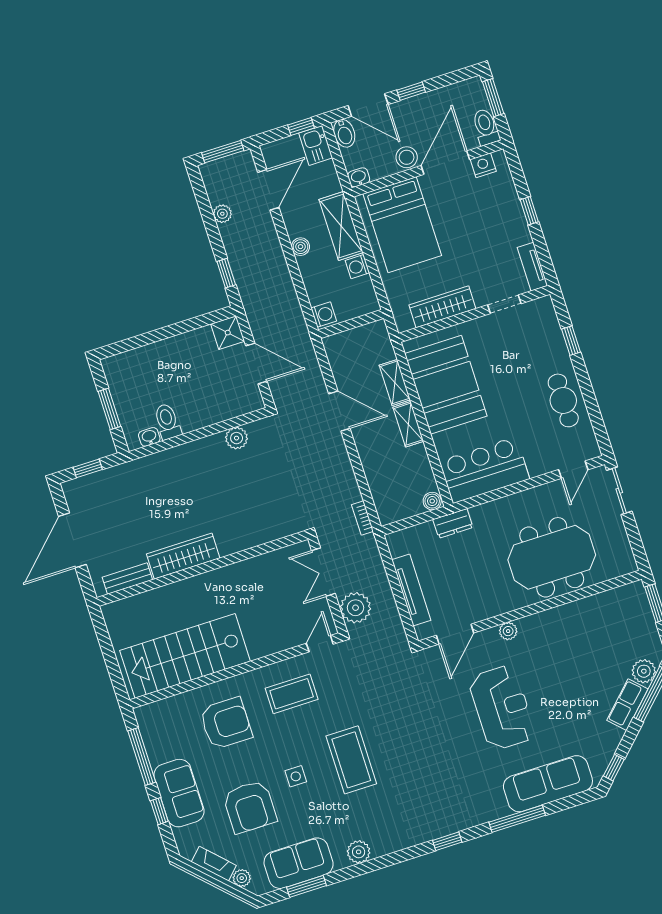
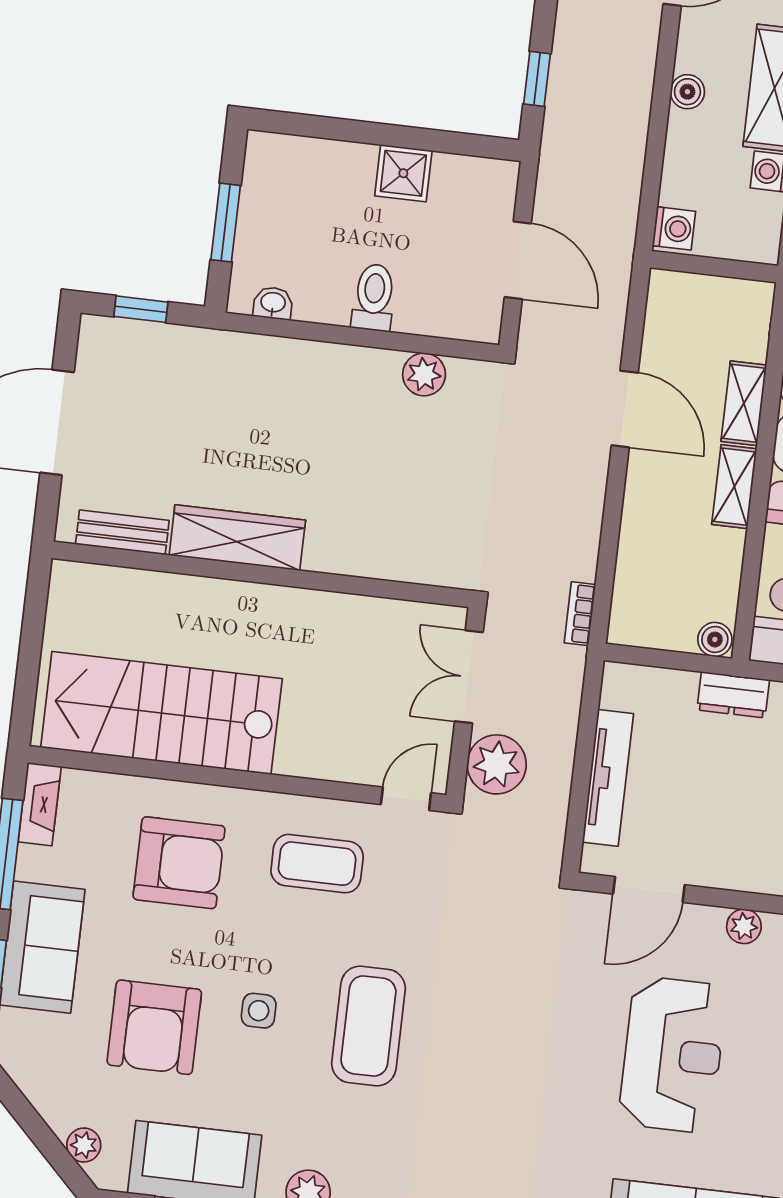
shower: (228, 333) -> (403, 173), moved
toilet: (167, 422) -> (374, 297), moved
fireplace: (214, 864) -> (40, 804), moved, turned 45

